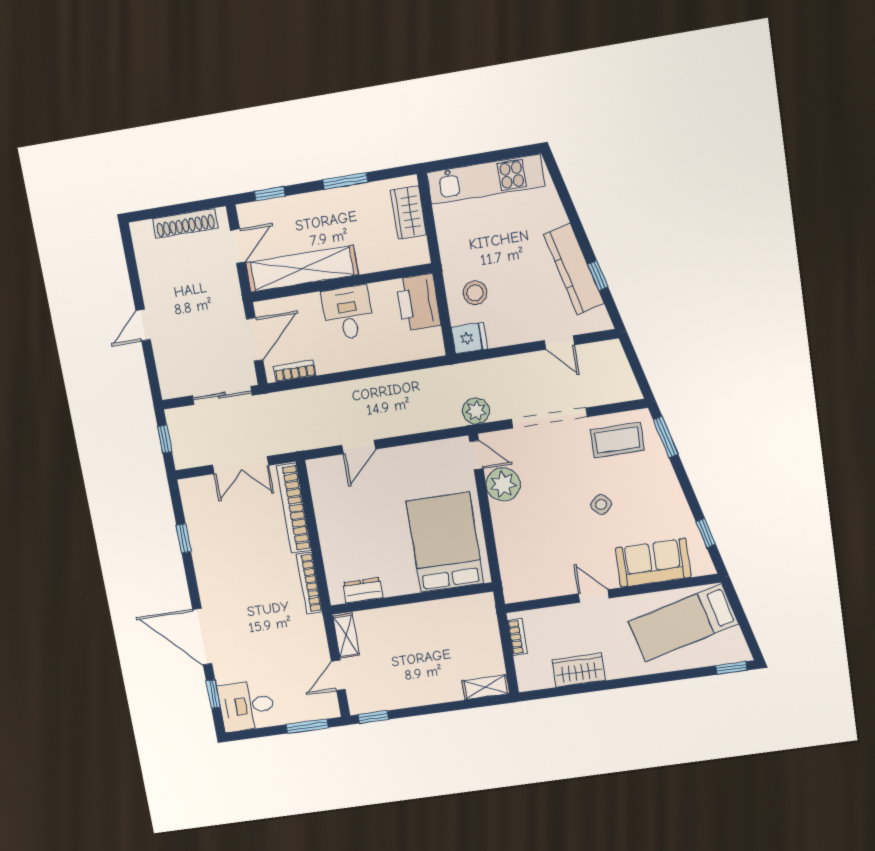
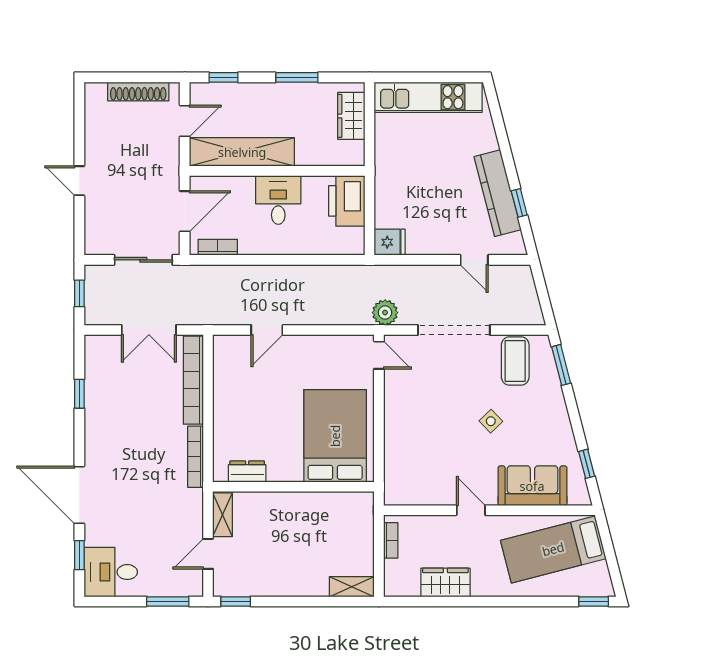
stool: (475, 293) -> (402, 200), removed
door: (143, 325) -> (79, 181), hinge flipped
coffee table: (617, 440) -> (515, 361), turned 90
plant: (503, 484) -> (400, 387), removed

